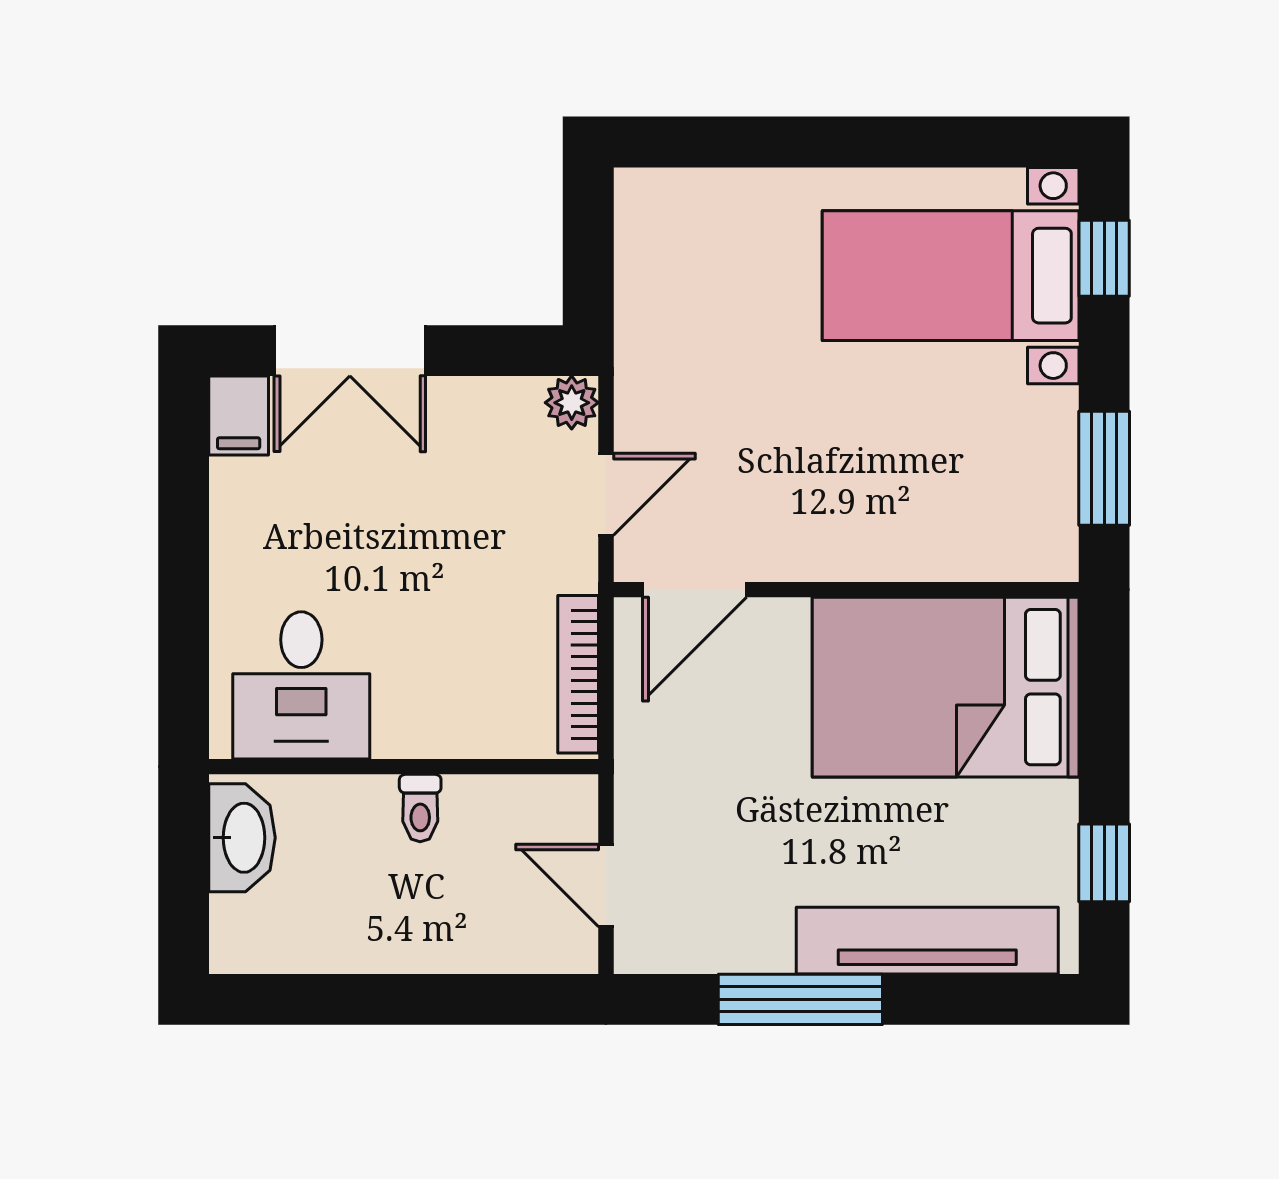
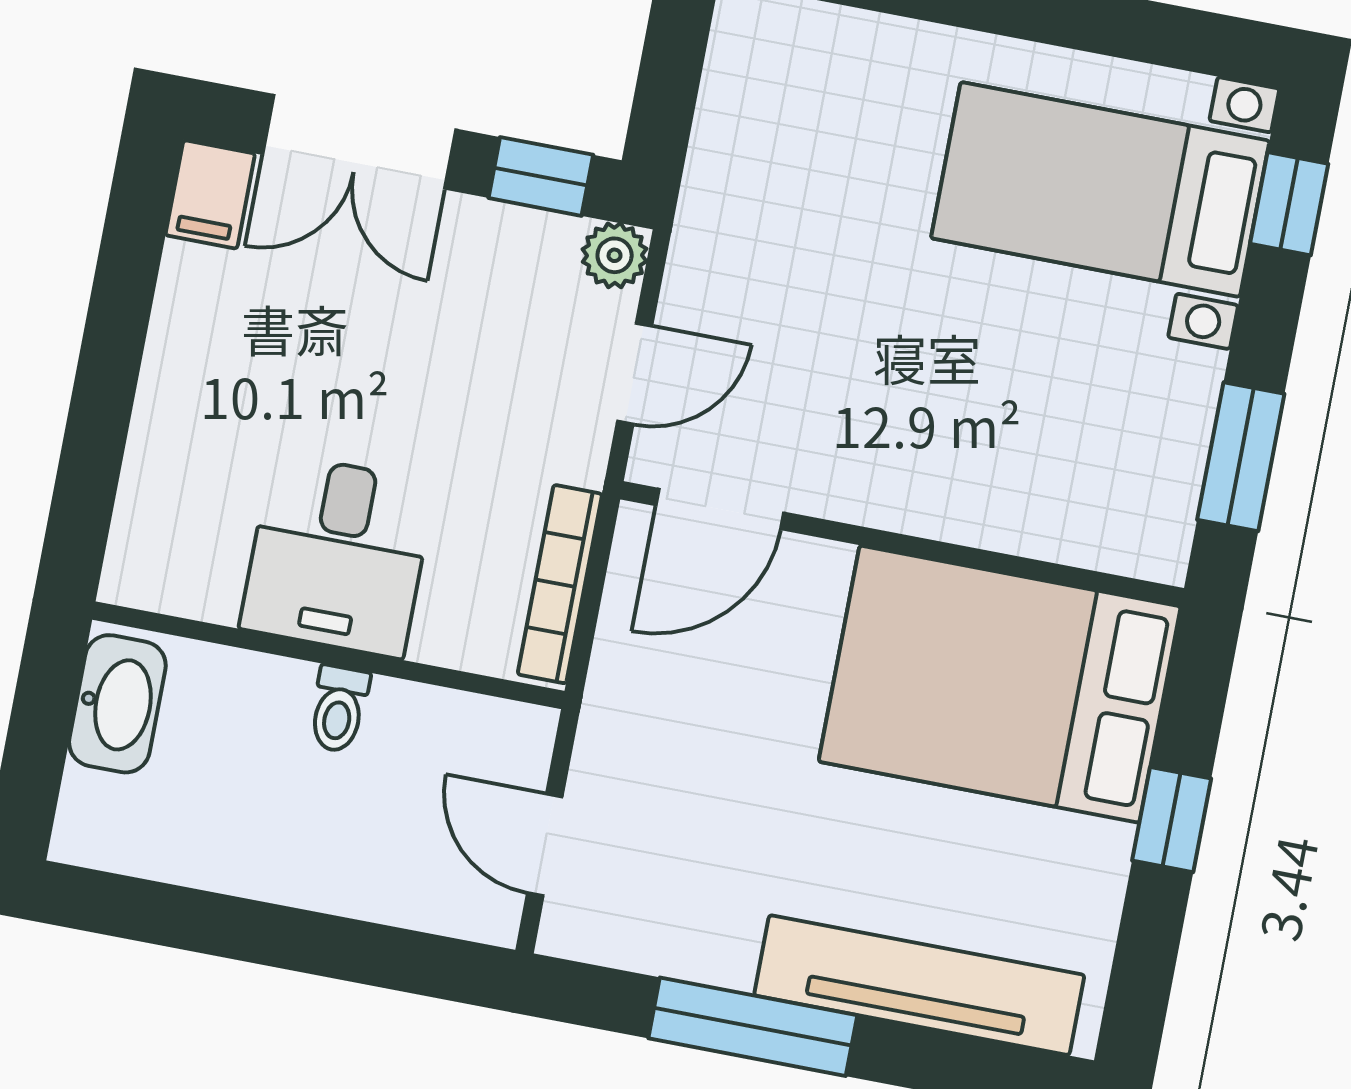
window: (501, 351) -> (541, 176), added
desk: (301, 685) -> (338, 556), moved
window: (1104, 863) -> (1172, 820), moved

